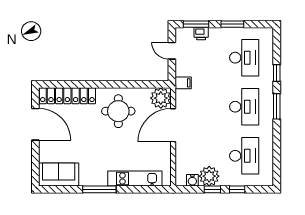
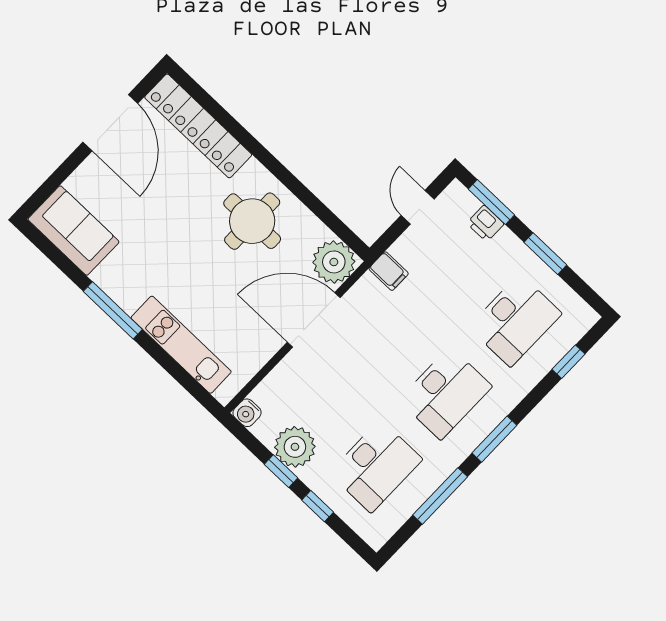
window: (277, 73) -> (568, 362), moved
window: (277, 145) -> (440, 496), added
water cooler: (192, 180) -> (247, 413), moved

